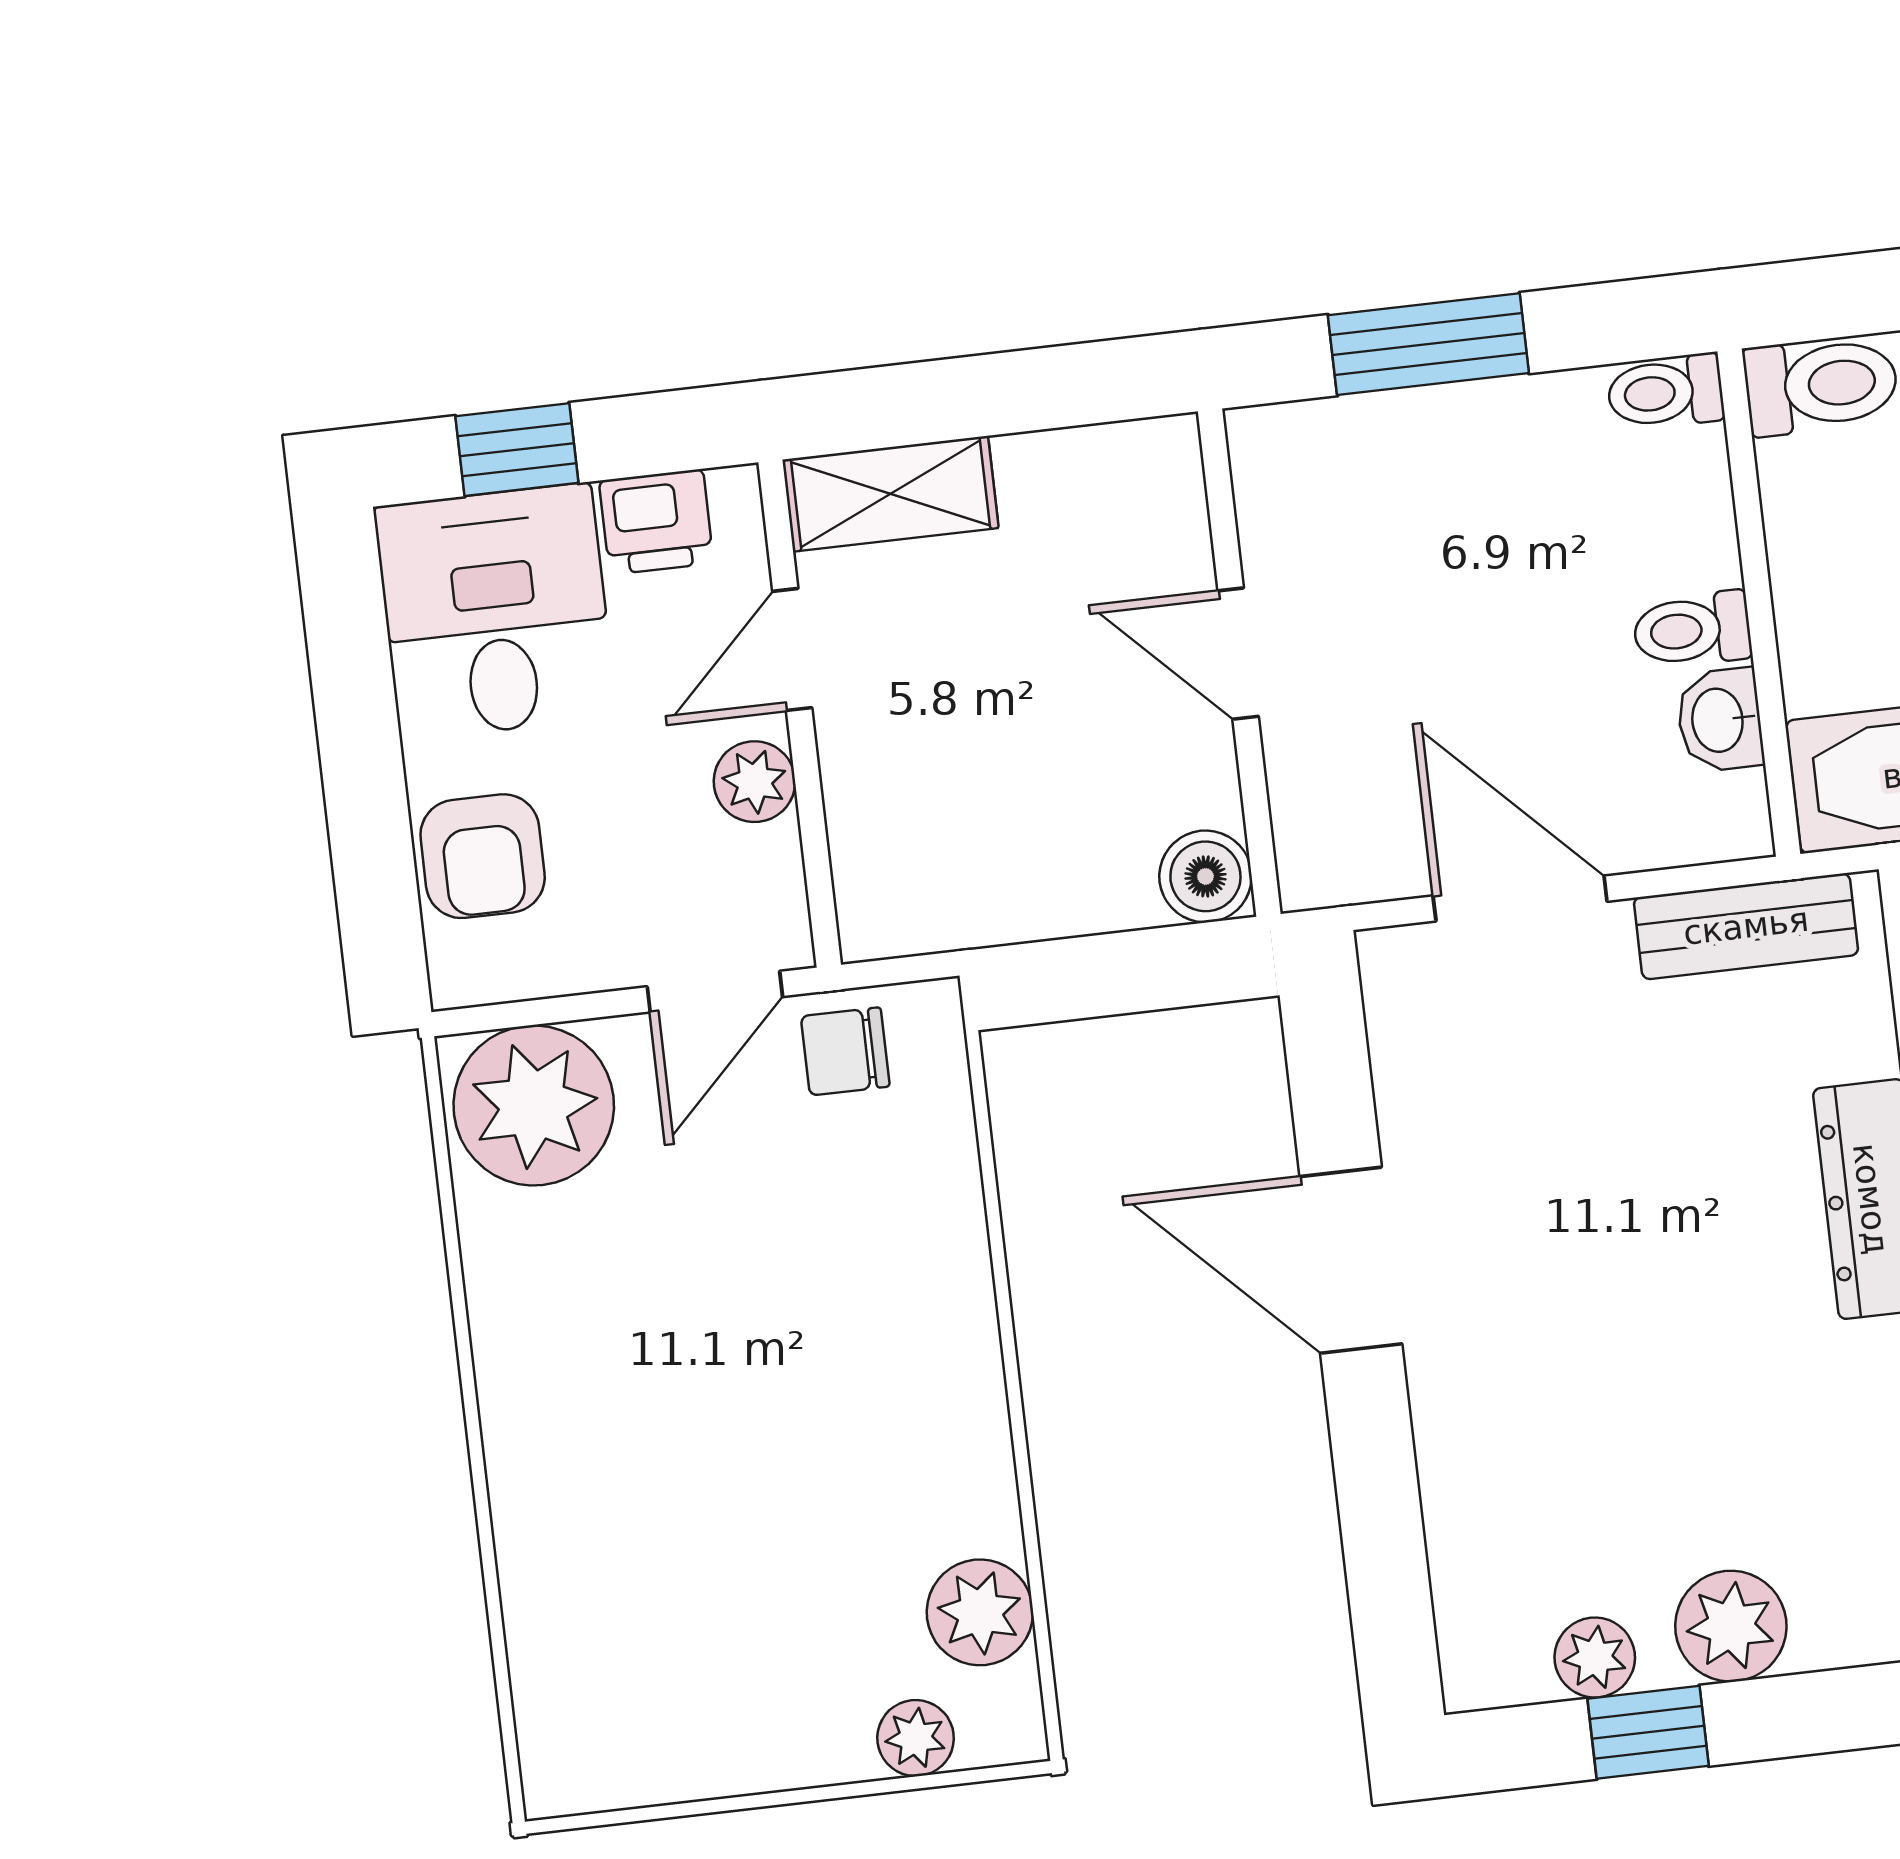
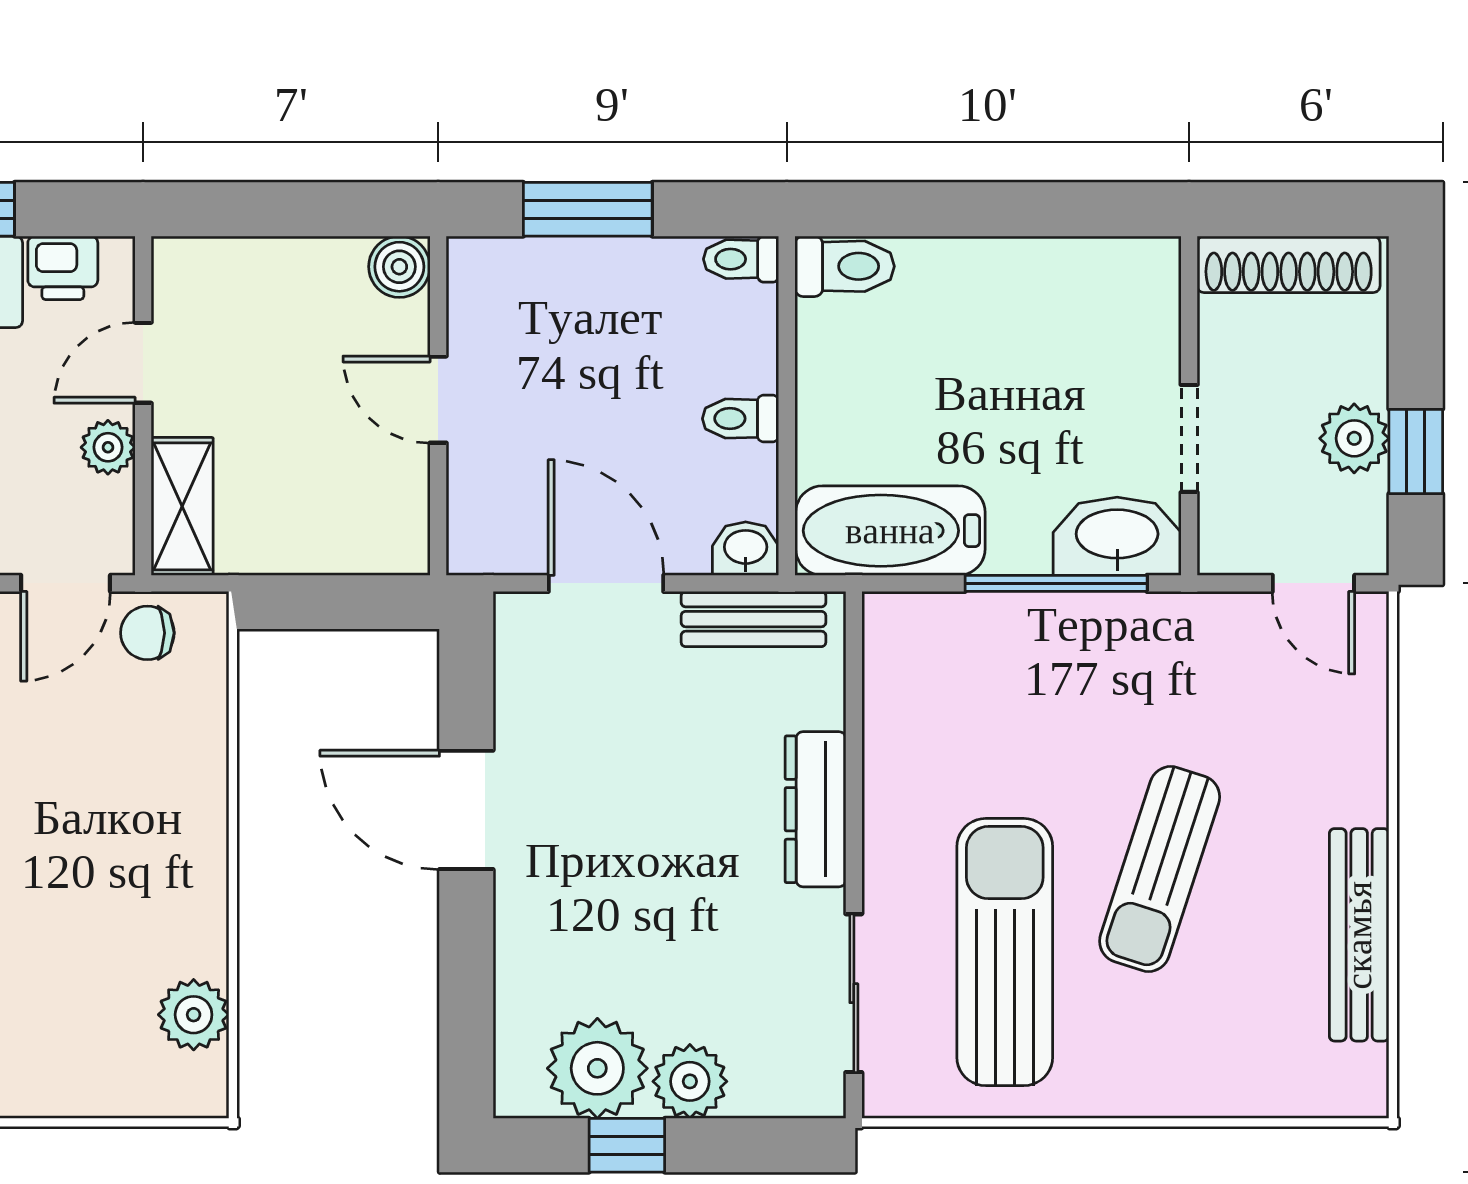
shelving: (890, 494) -> (182, 506), moved, turned 90
washbasin: (1720, 720) -> (746, 549), moved, turned 90
boiler: (1205, 876) -> (399, 267), moved
plant: (1595, 1658) -> (597, 1068), width x1.88, depth x1.88
plant: (916, 1738) -> (141, 1093), removed

